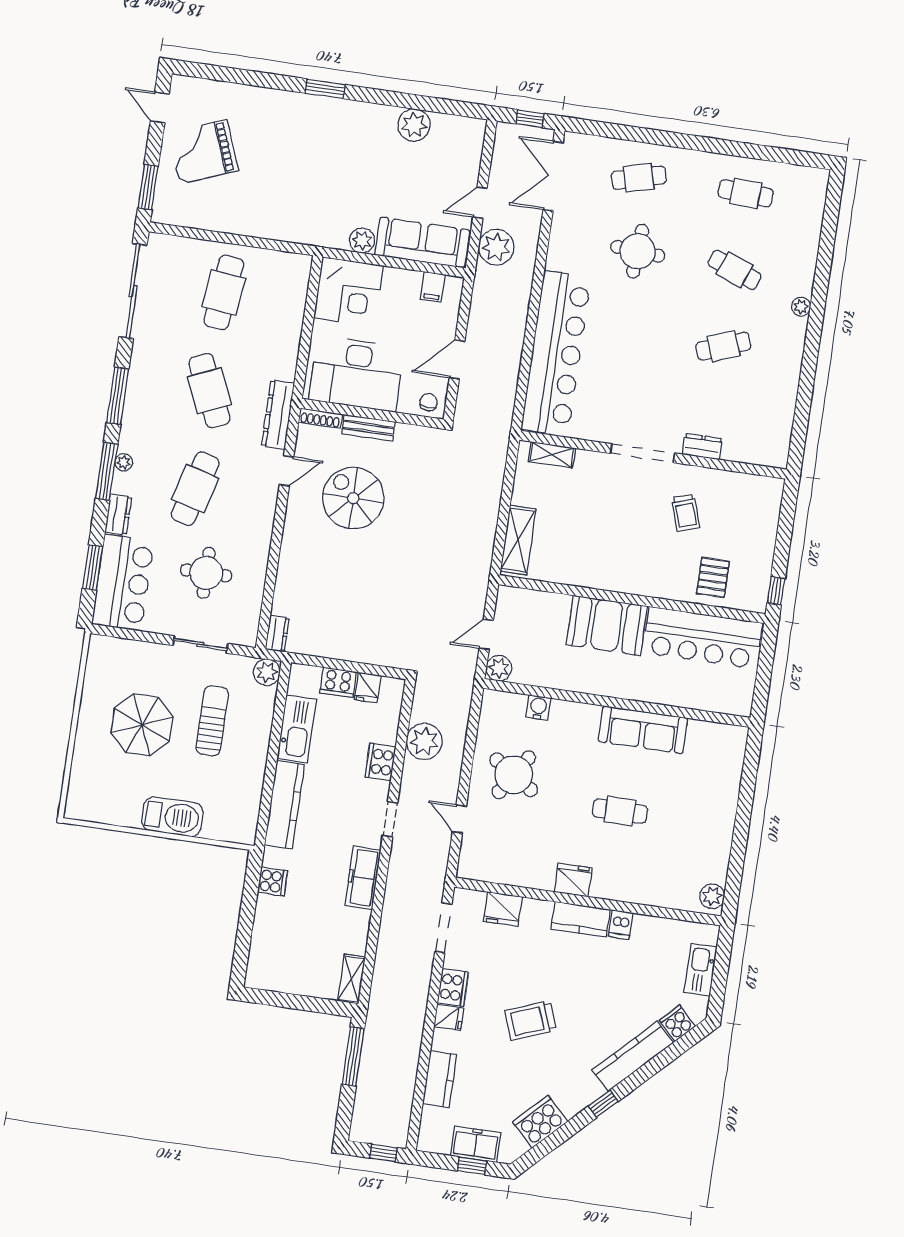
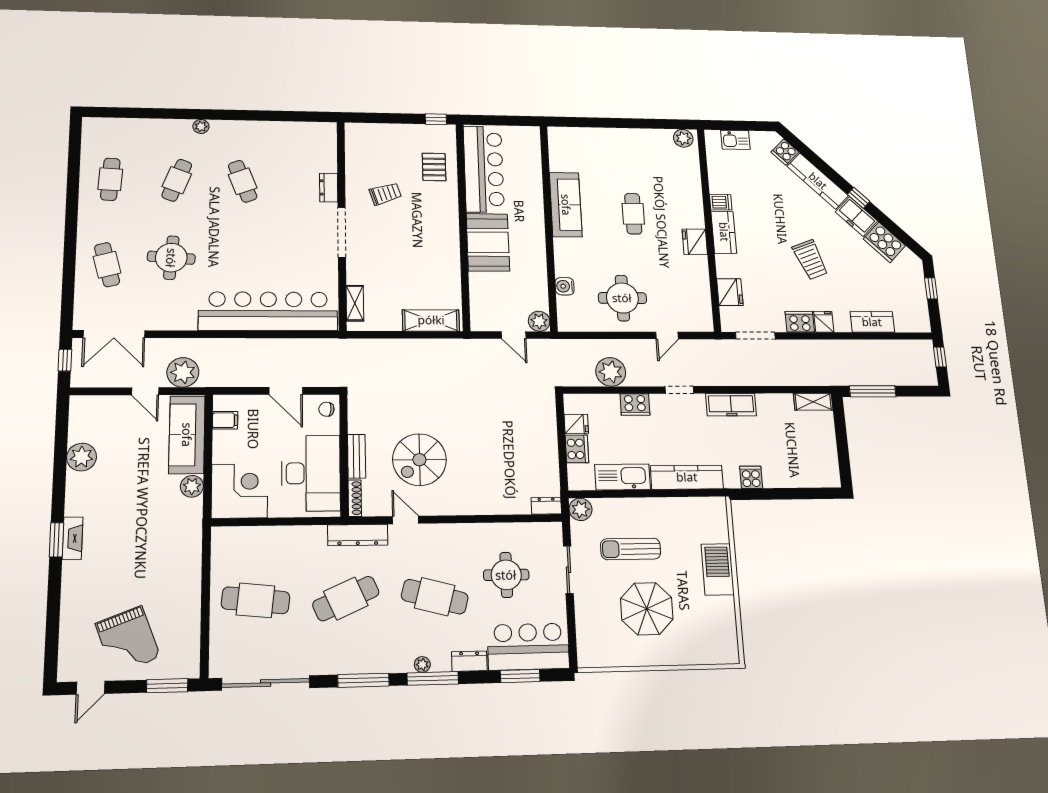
fireplace: (324, 106) -> (73, 538), added
pallet: (713, 578) -> (434, 167), turned 90
round table: (514, 775) -> (622, 298), turned -33
kitchen sink: (701, 970) -> (735, 140), width x0.73
freezer: (476, 1144) -> (856, 216), moved, turned -45

